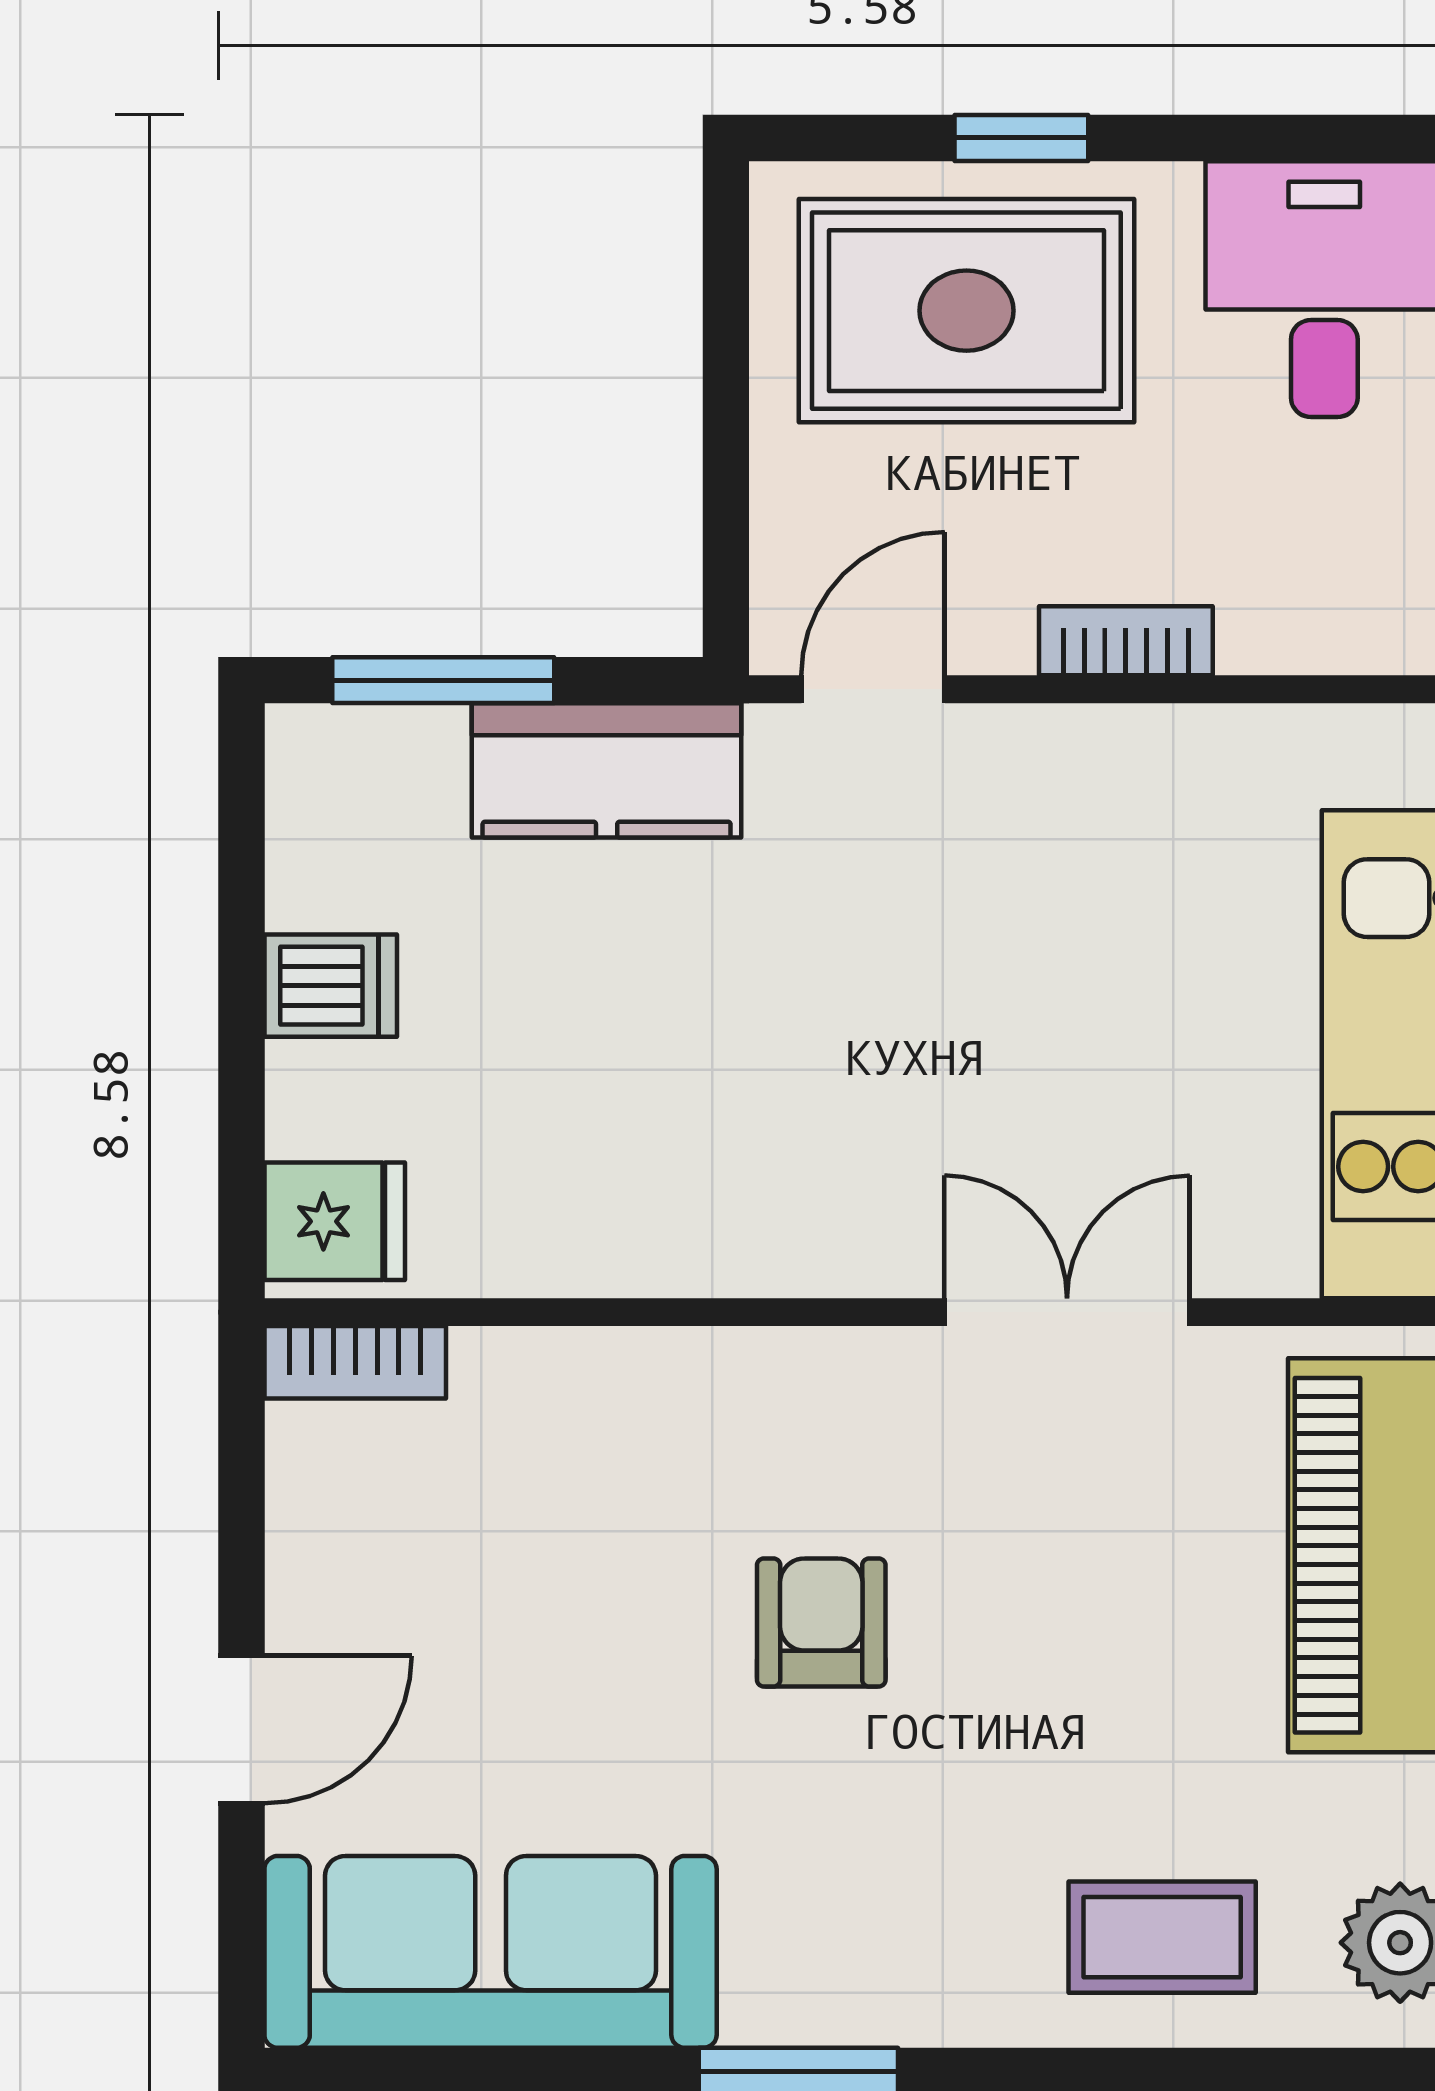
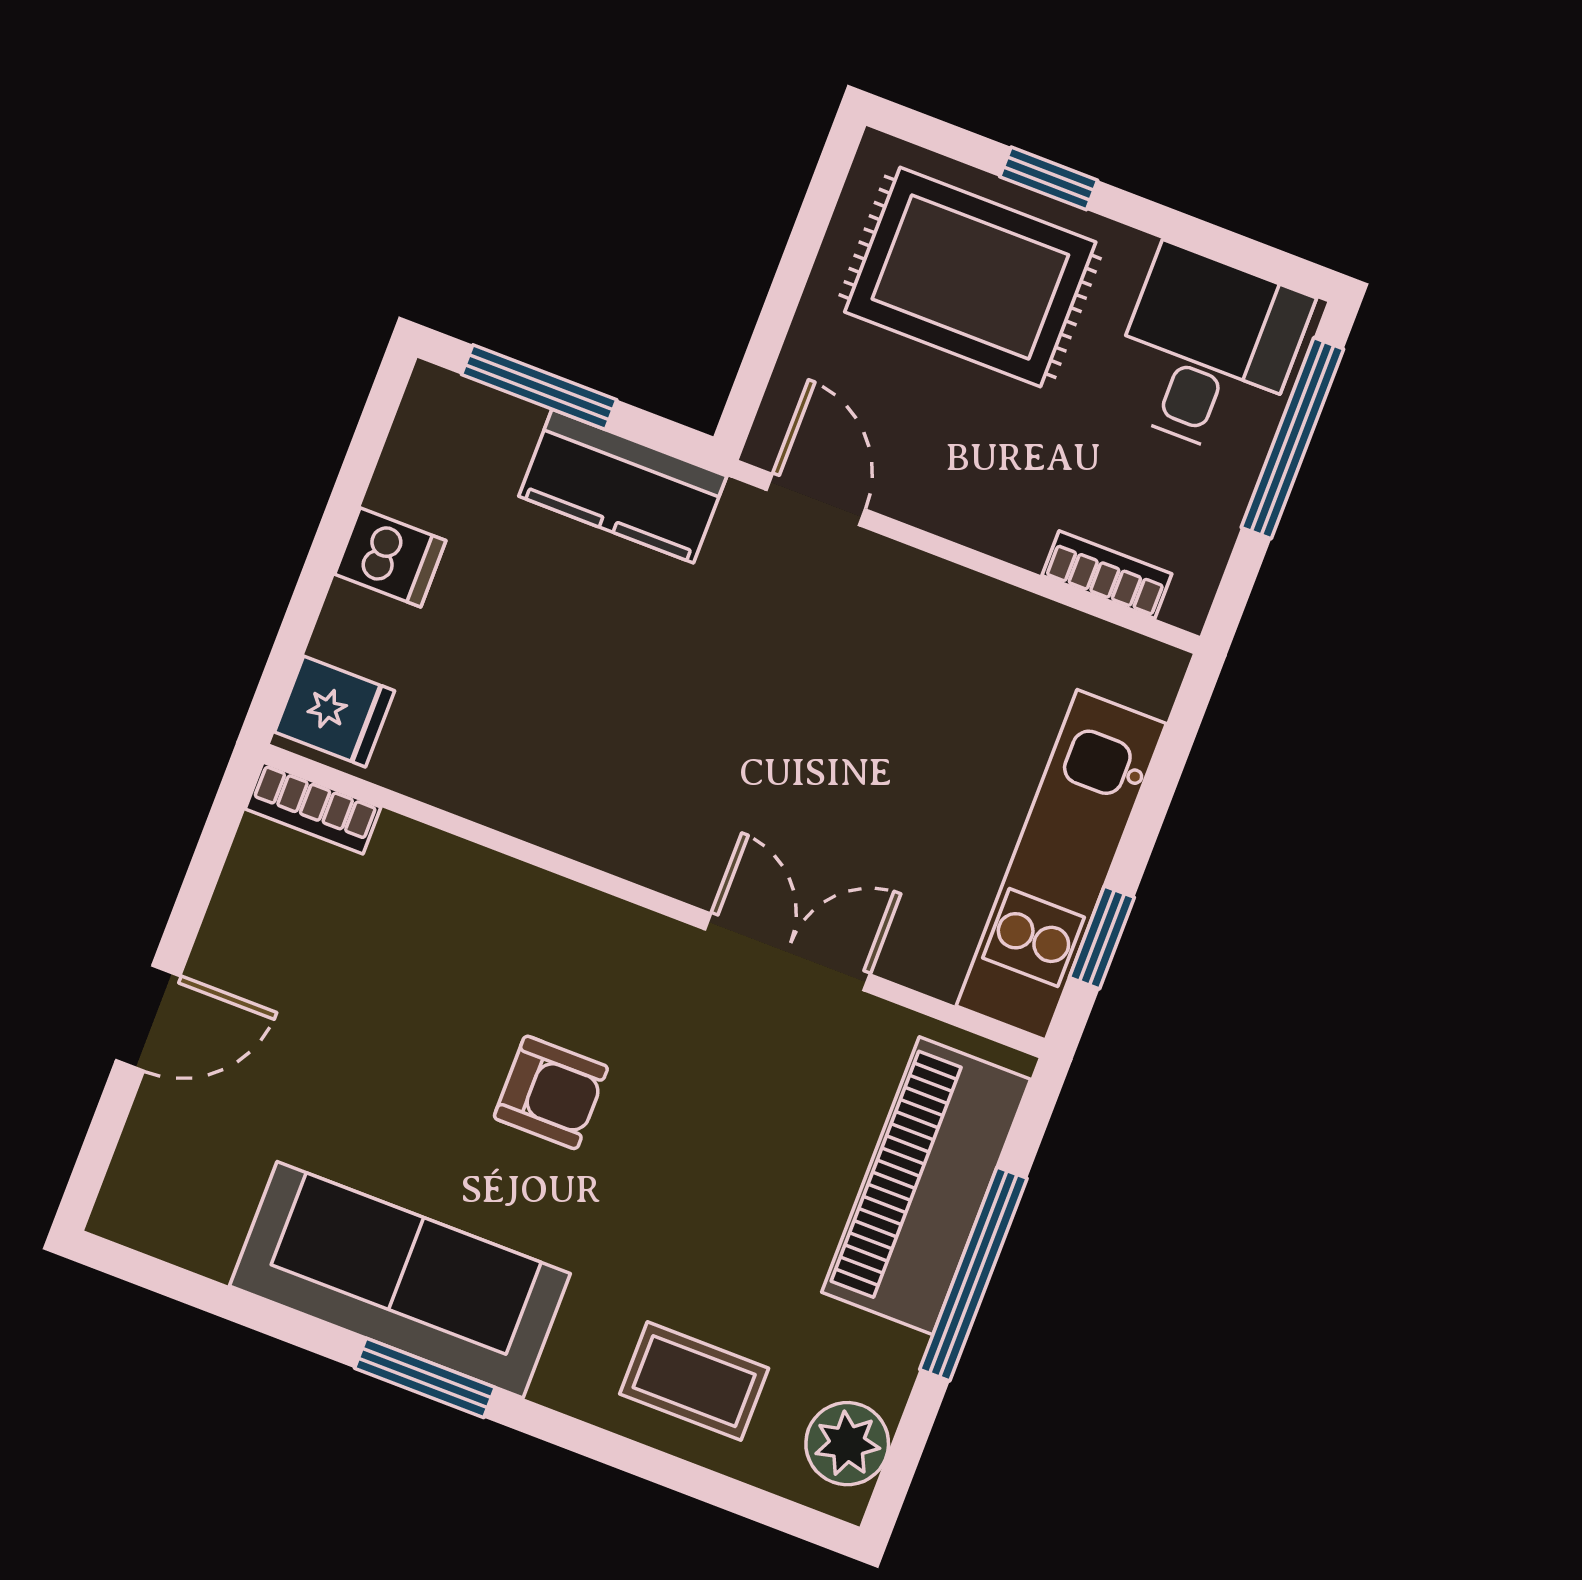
bookcase: (1126, 641) -> (1107, 575), moved
door: (873, 689) -> (816, 500), hinge flipped
armchair: (821, 1622) -> (551, 1092), turned 90
sofa: (491, 1952) -> (400, 1280), moved

